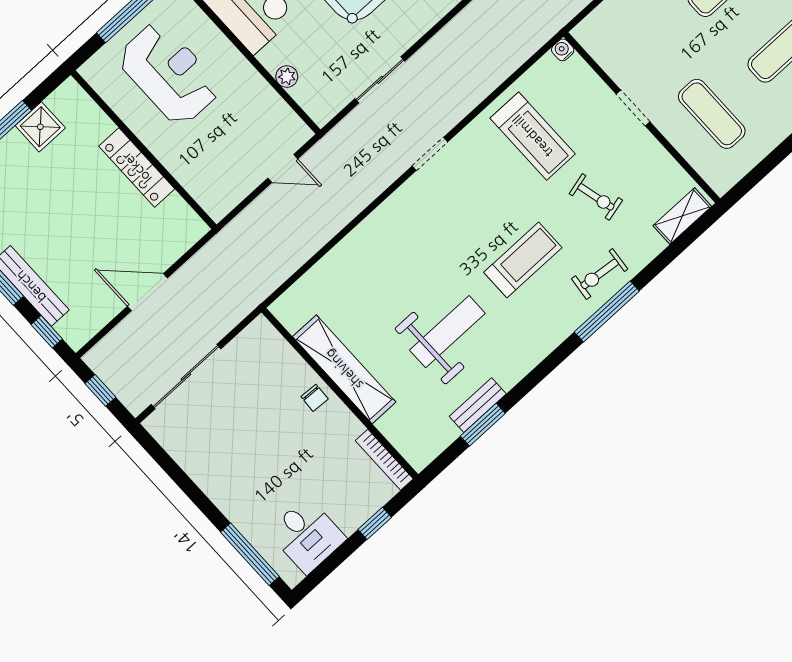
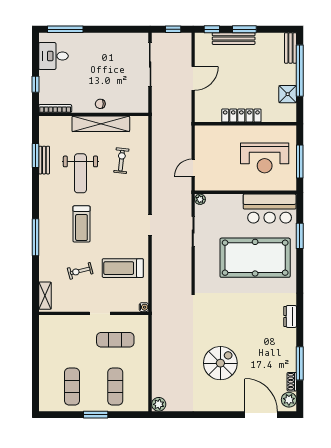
plant: (287, 77) -> (200, 199), moved
exercise mat: (712, 114) -> (115, 340), moved
exercise bike: (600, 274) -> (121, 161), moved

